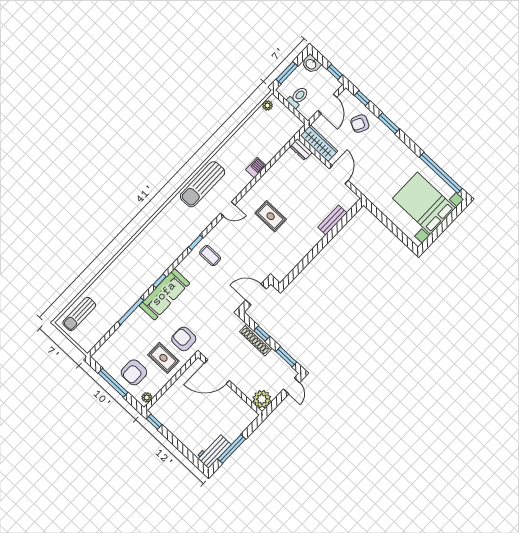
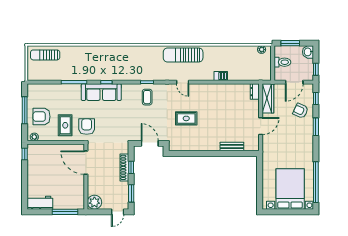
rug: (271, 216) -> (186, 118), moved, turned 90
window: (232, 449) -> (65, 212), moved

